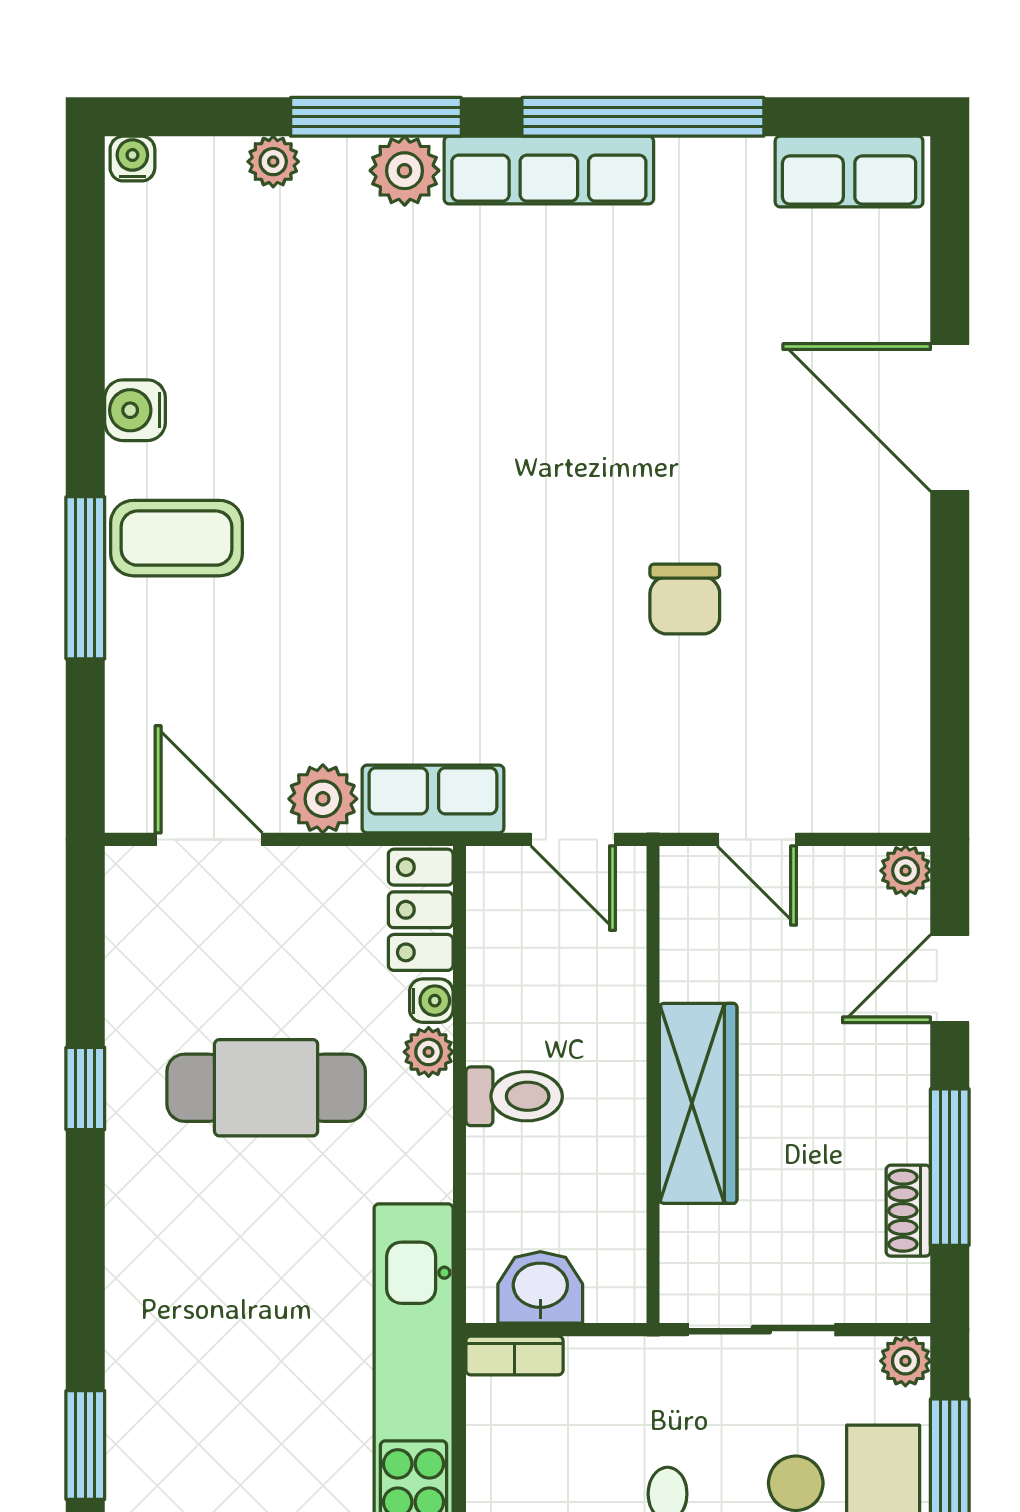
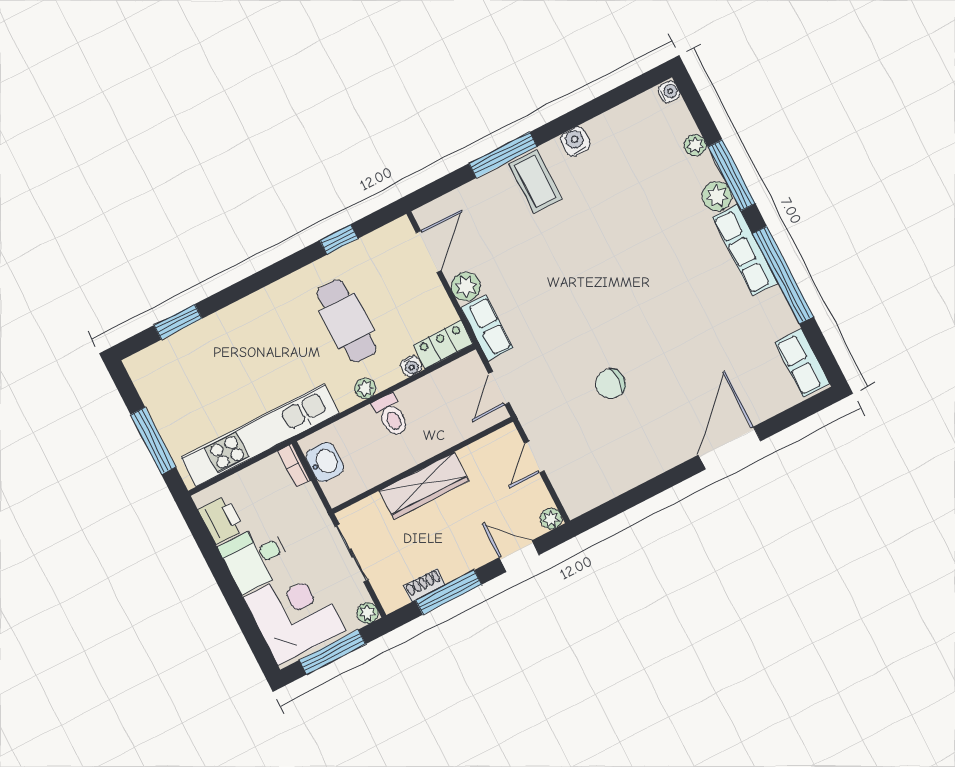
plant: (429, 1052) -> (365, 388), moved
window: (85, 1088) -> (339, 239), moved

